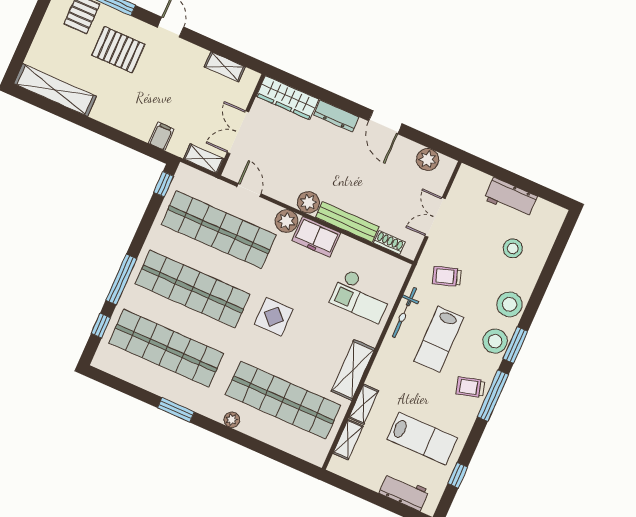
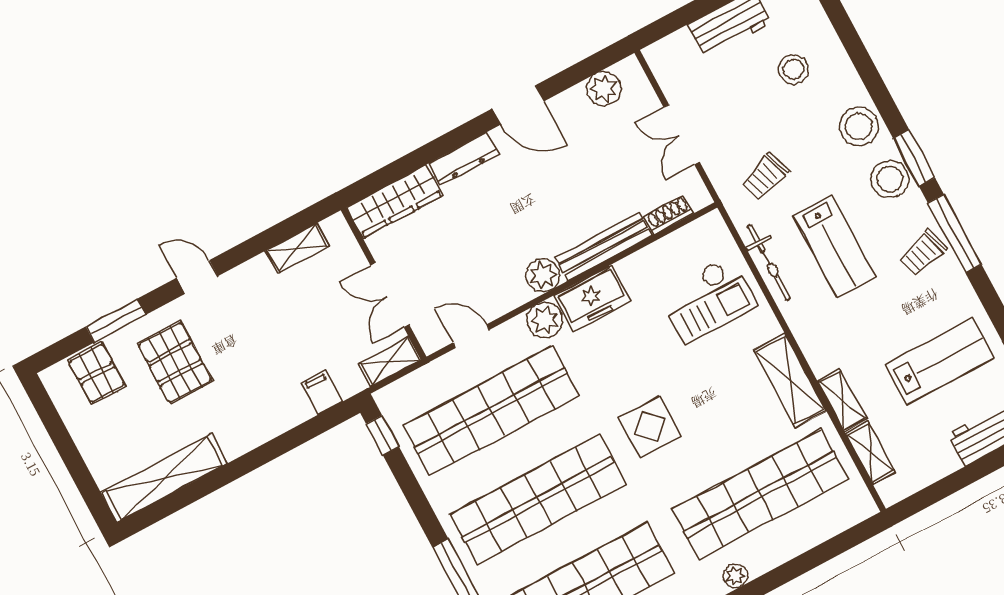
pallet: (118, 50) -> (175, 362), turned 90

